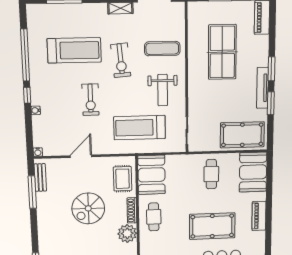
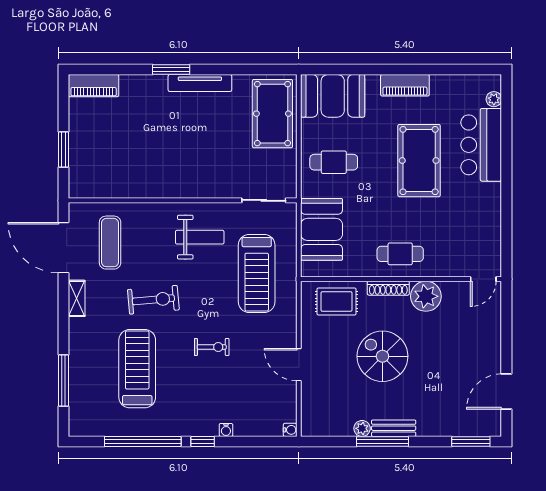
exercise mat: (162, 49) -> (110, 243), moved
table tennis table: (222, 52) -> (144, 146), removed
exercise bike: (90, 100) -> (212, 347), width x0.73, depth x0.72
window: (271, 103) -> (224, 69), removed
booth: (151, 175) -> (322, 229), moved, turned 90
bench: (40, 178) -> (394, 428), moved
window: (32, 192) -> (382, 441), moved
plant: (41, 197) -> (362, 428), added
spiral stairs: (88, 208) -> (382, 356), turned 180

